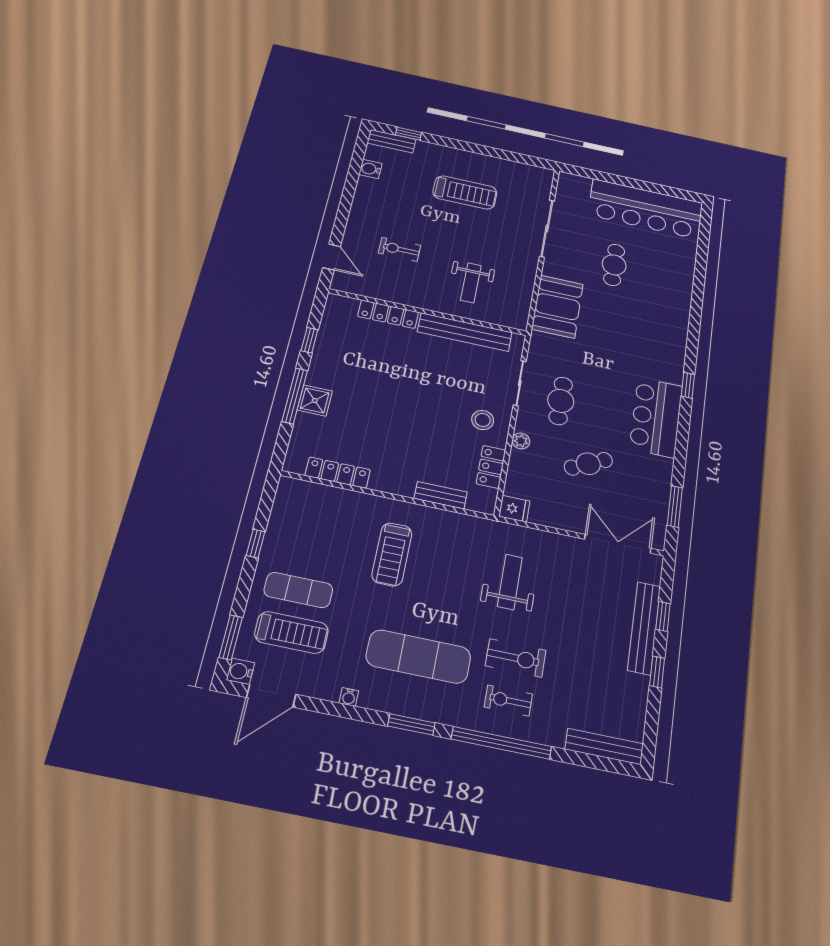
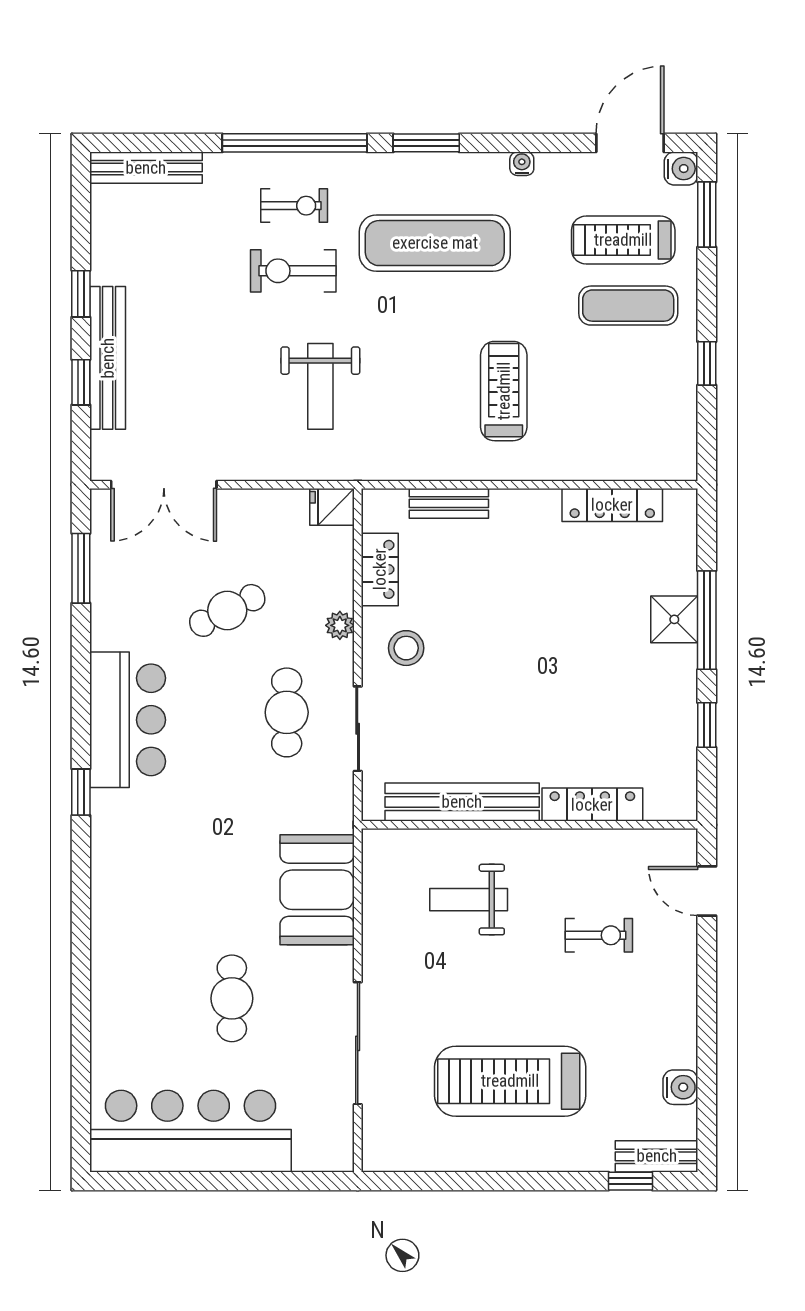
treadmill: (465, 192) -> (510, 1081), width x1.37, depth x1.38
weight bench: (471, 283) -> (469, 900), turned -90

